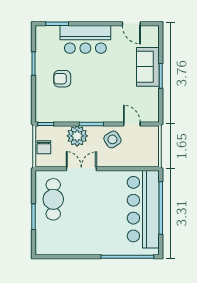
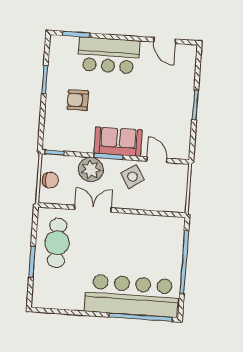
sofa: (148, 67) -> (118, 142), moved, turned 90
chair: (44, 147) -> (50, 180), turned -90
bar counter: (143, 209) -> (132, 296), moved, turned 90

